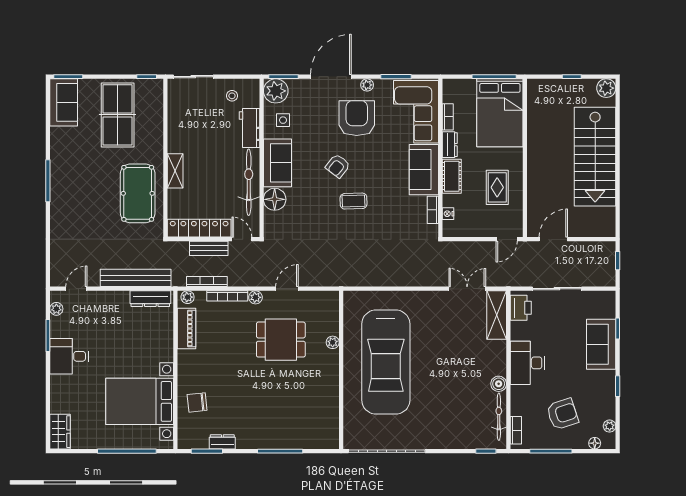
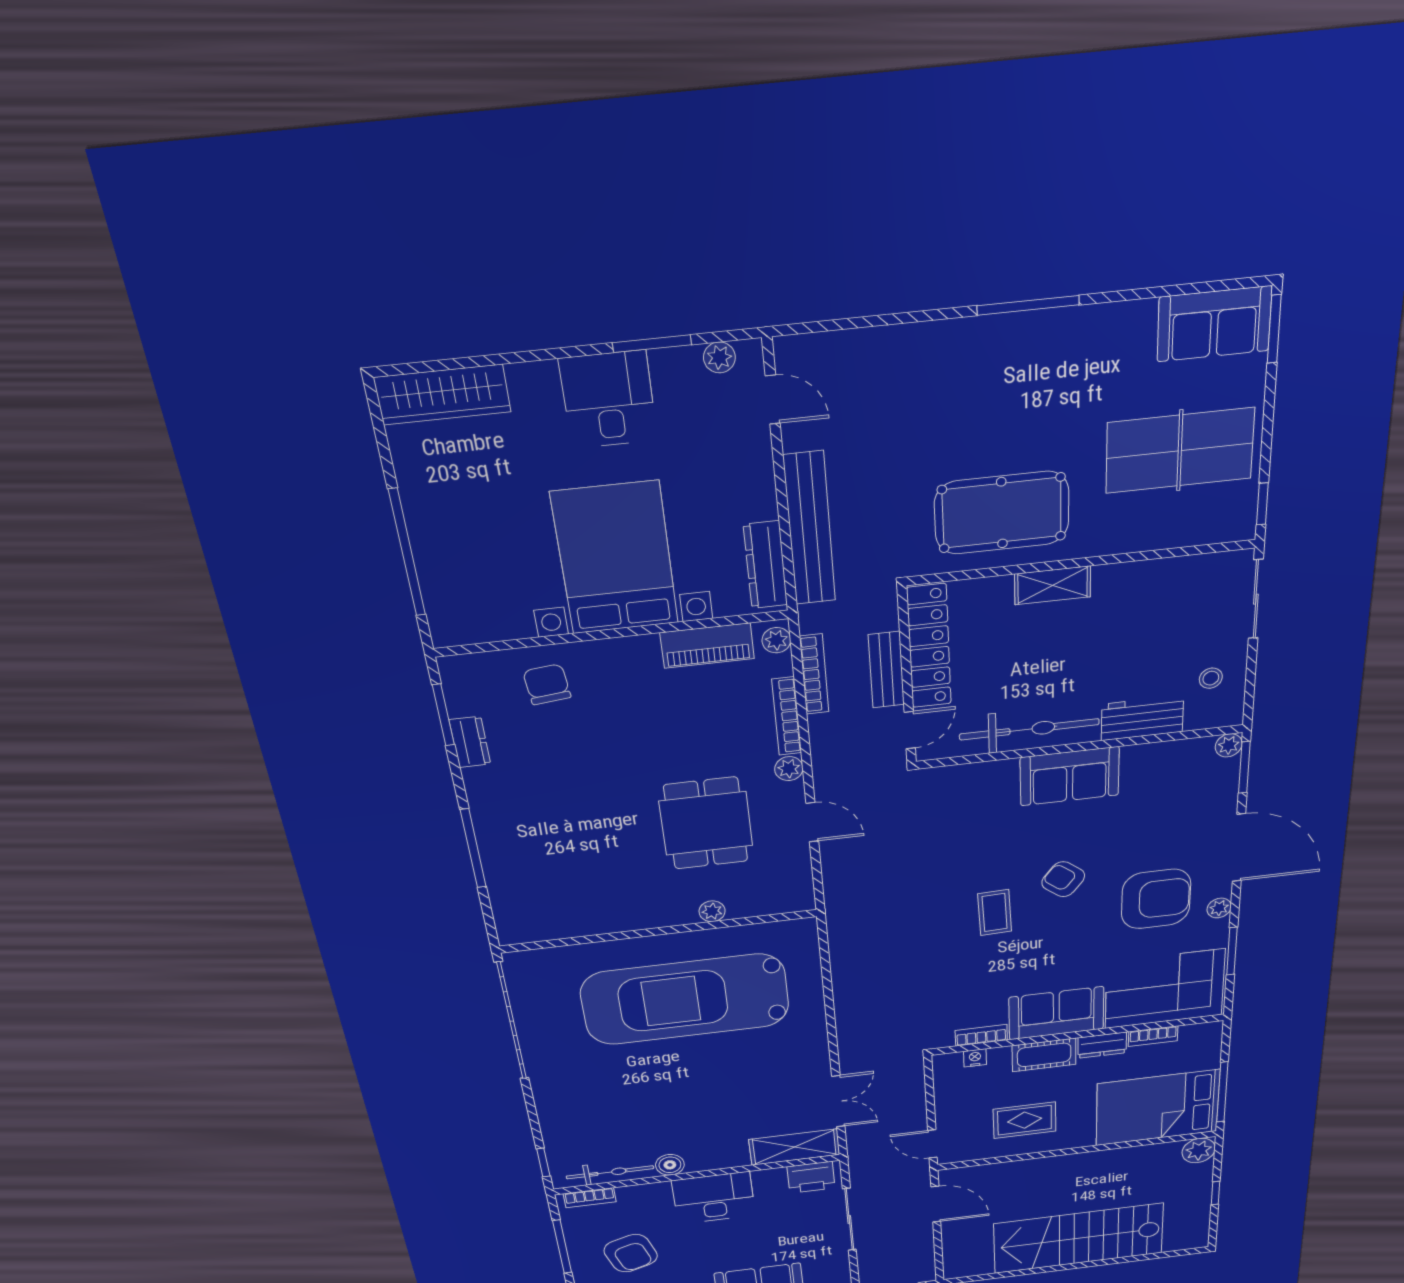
plant: (606, 88) -> (1199, 1151), moved
plant: (276, 91) -> (1229, 745), width x0.53, depth x0.53
side table: (283, 120) -> (1157, 776), removed
floor lamp: (275, 199) -> (995, 780), removed
bed with nightstands: (140, 401) -> (615, 558), moved
wardrobe: (60, 432) -> (443, 395), width x1.50

